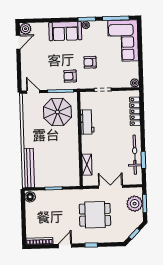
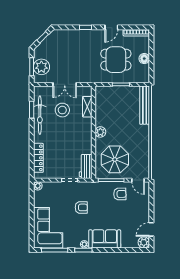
armchair: (70, 76) -> (120, 194), moved
workbench: (87, 122) -> (86, 166), moved
plant: (73, 139) -> (100, 132), added
stool: (112, 161) -> (62, 110), added
floor lamp: (30, 197) -> (144, 59), moved
dining table: (95, 215) -> (116, 60), moved

